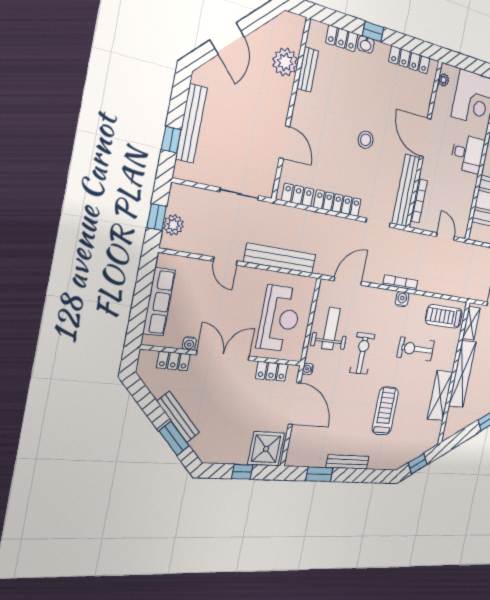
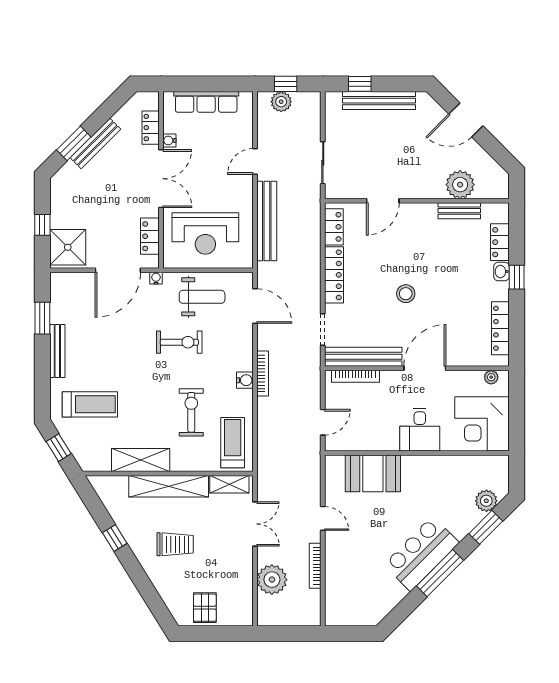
treadmill: (385, 411) -> (90, 404), moved

